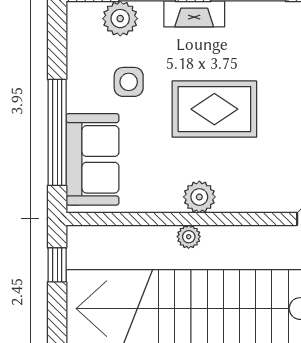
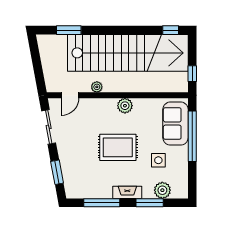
plant: (189, 237) -> (97, 87), moved

